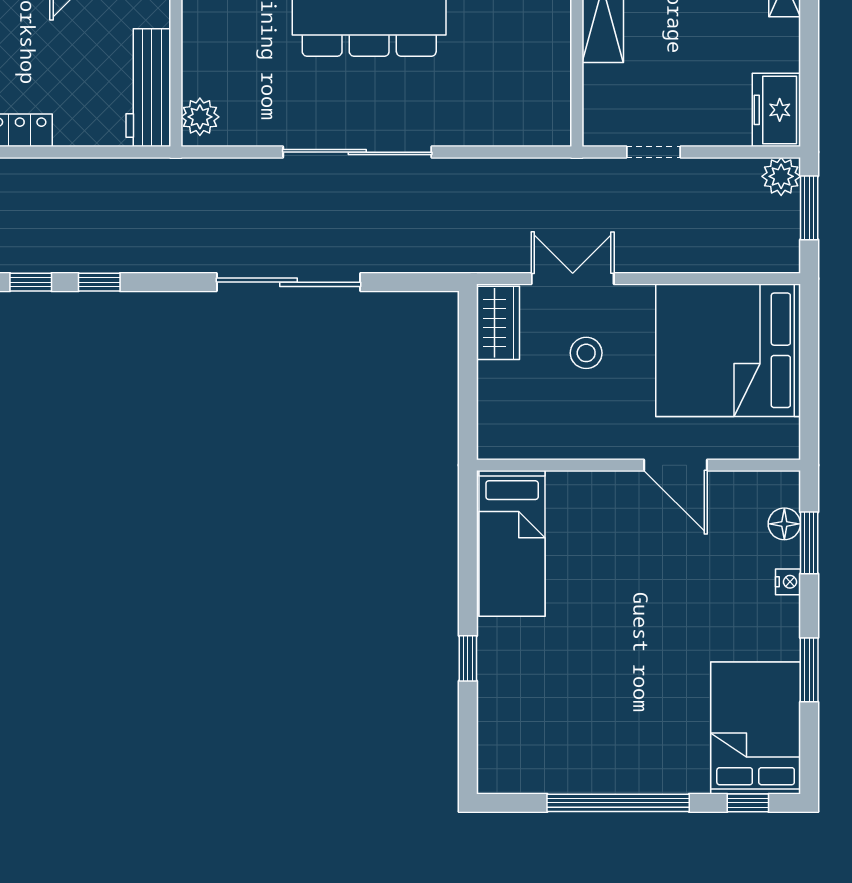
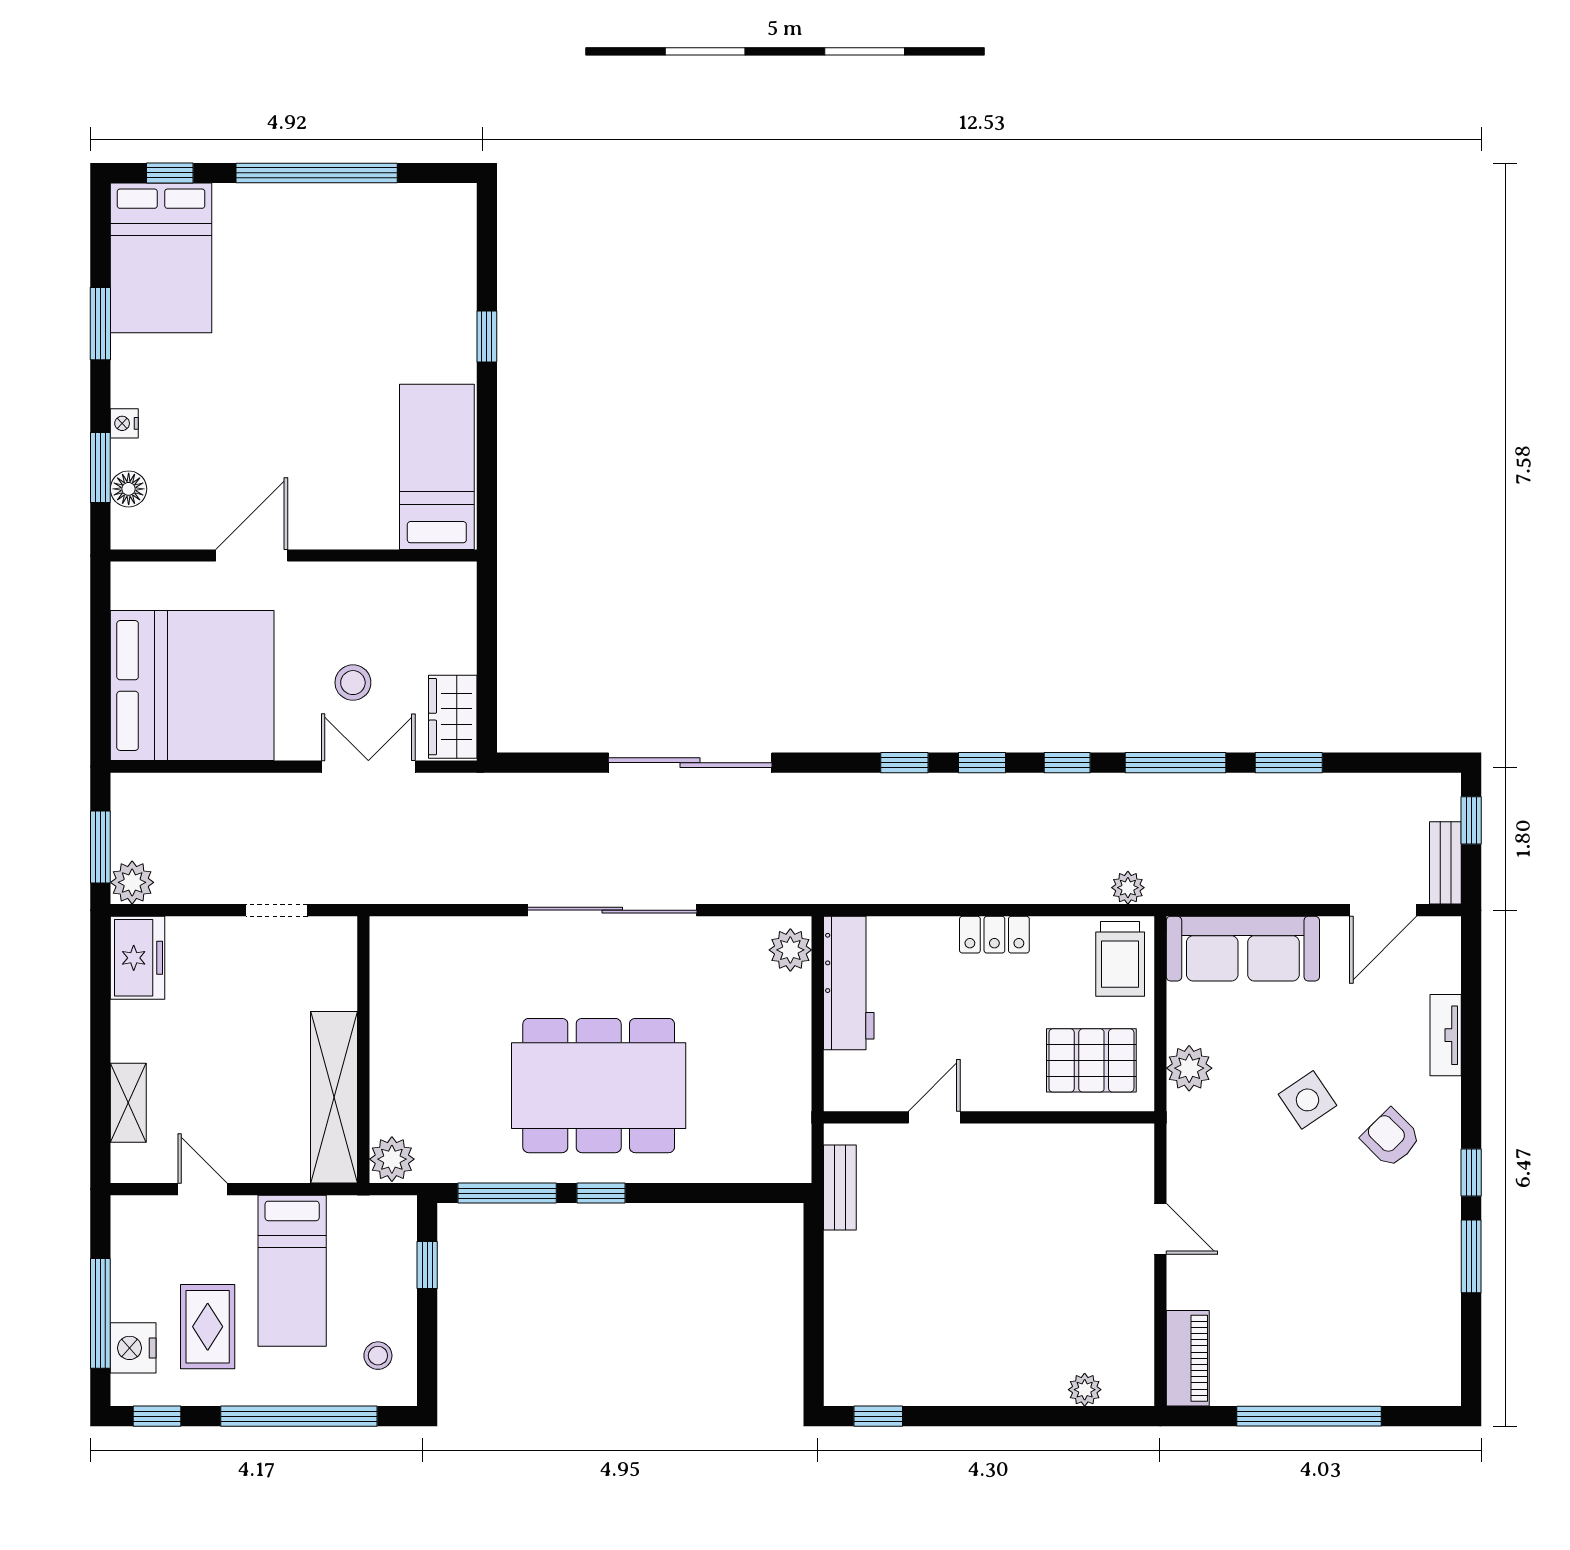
double door: (573, 279) -> (368, 767), swing flipped
door: (675, 465) -> (252, 555), hinge flipped

